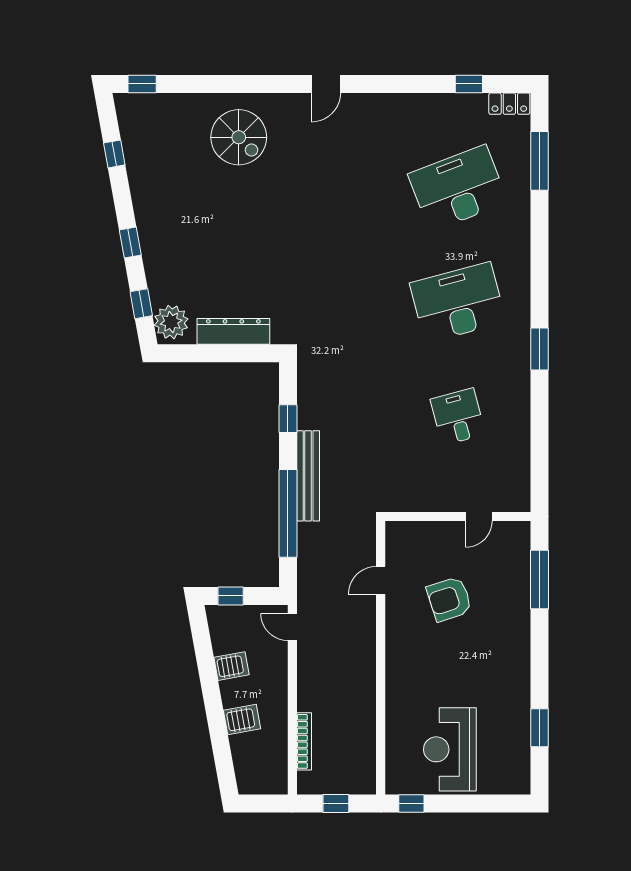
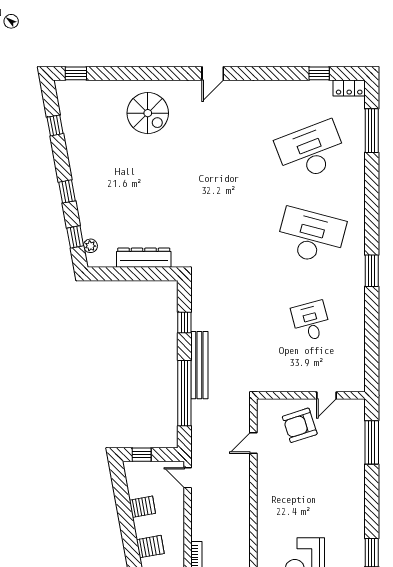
desk: (458, 302) -> (311, 236), turned 30
plant: (171, 322) -> (90, 246), width x0.53, depth x0.53
armchair: (449, 599) -> (300, 425), moved

